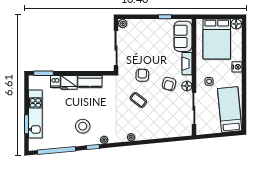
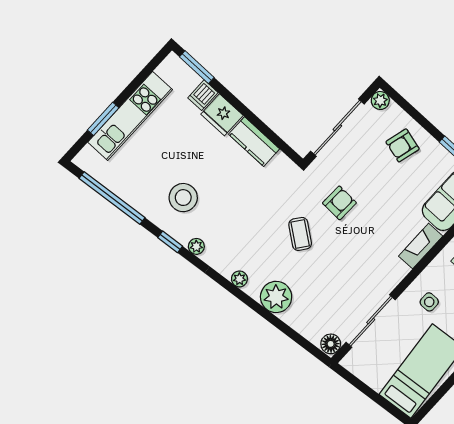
armchair: (169, 84) -> (403, 145), moved
floor lamp: (187, 86) -> (331, 344), moved
plant: (151, 131) -> (276, 297), added

